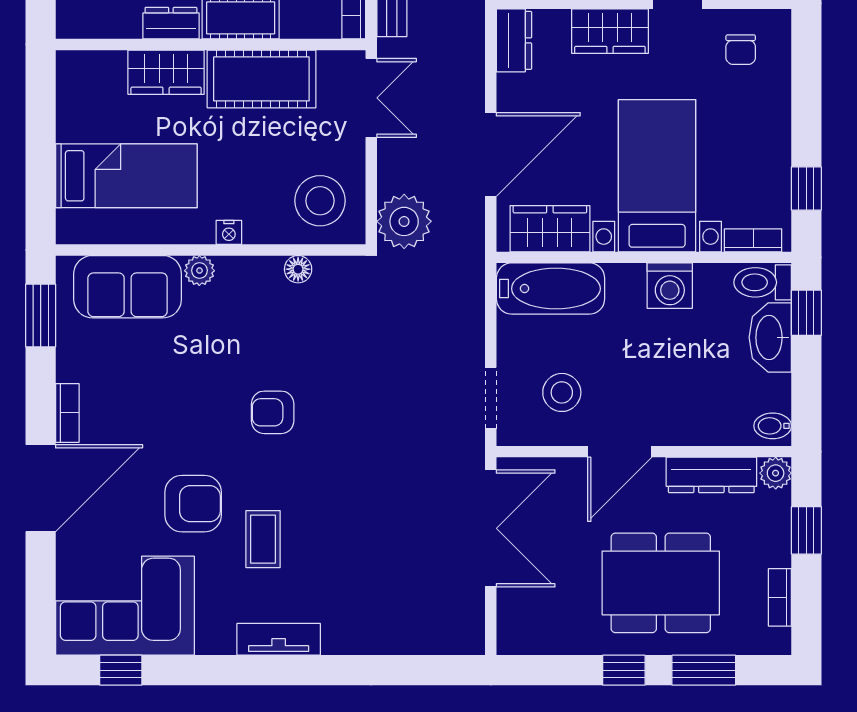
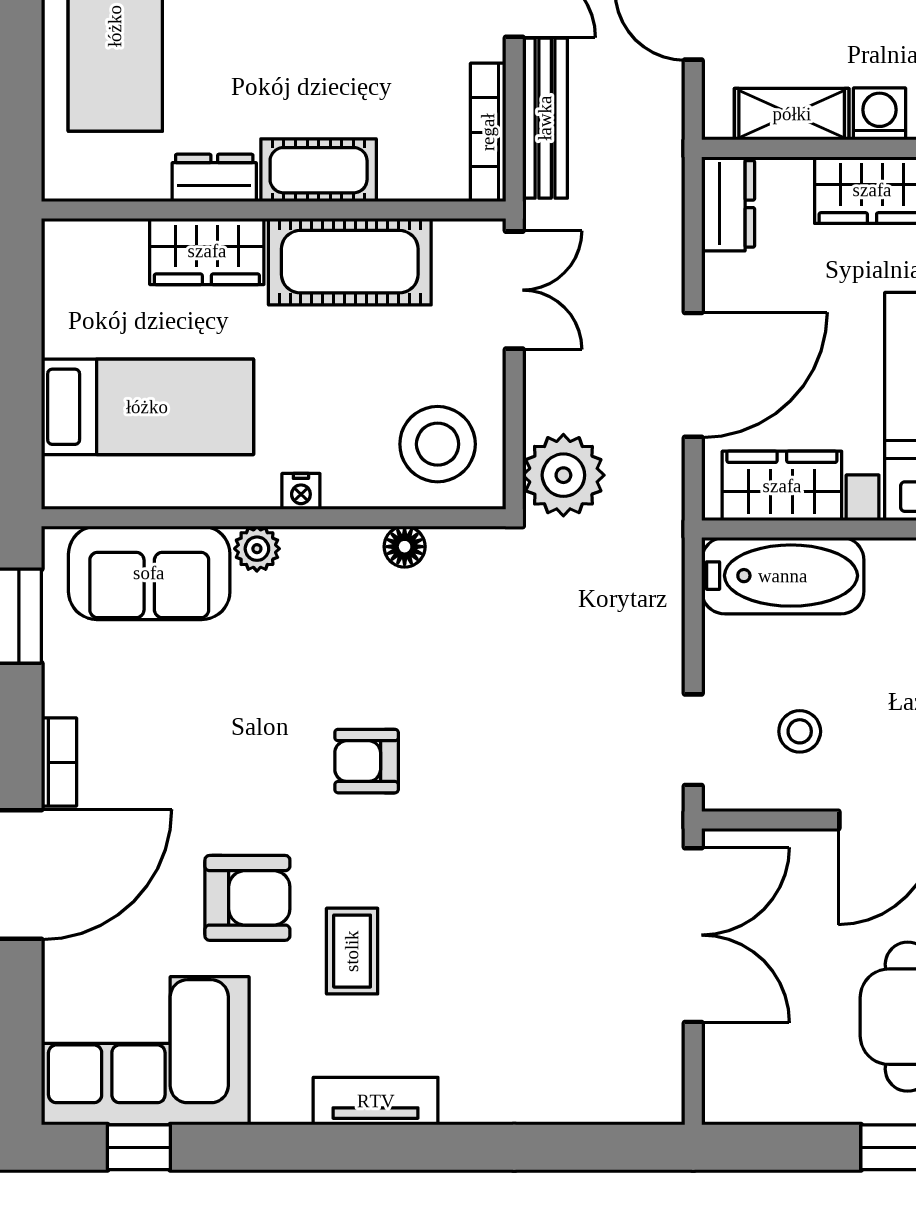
stool: (562, 392) -> (800, 731), width x0.73, depth x0.73

